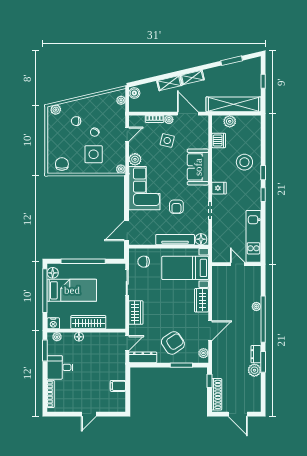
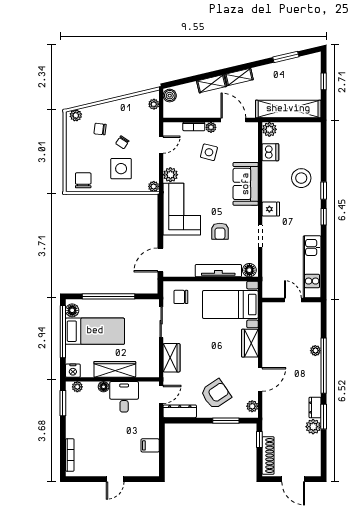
plant: (230, 121) -> (269, 129), moved
desk: (60, 367) -> (124, 397), moved, turned 90

